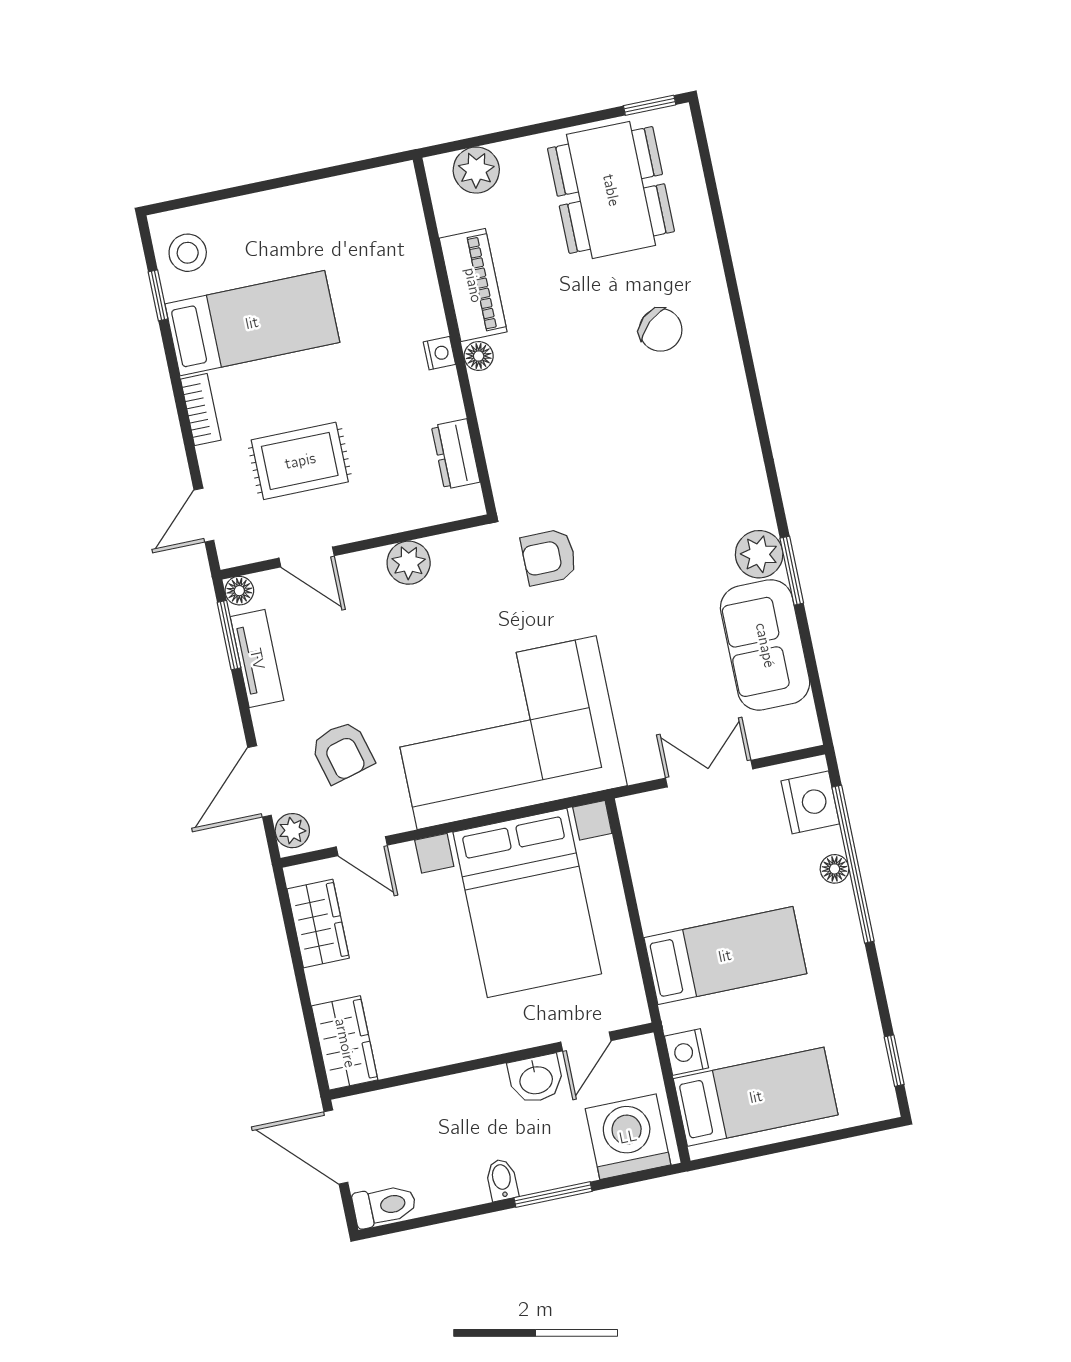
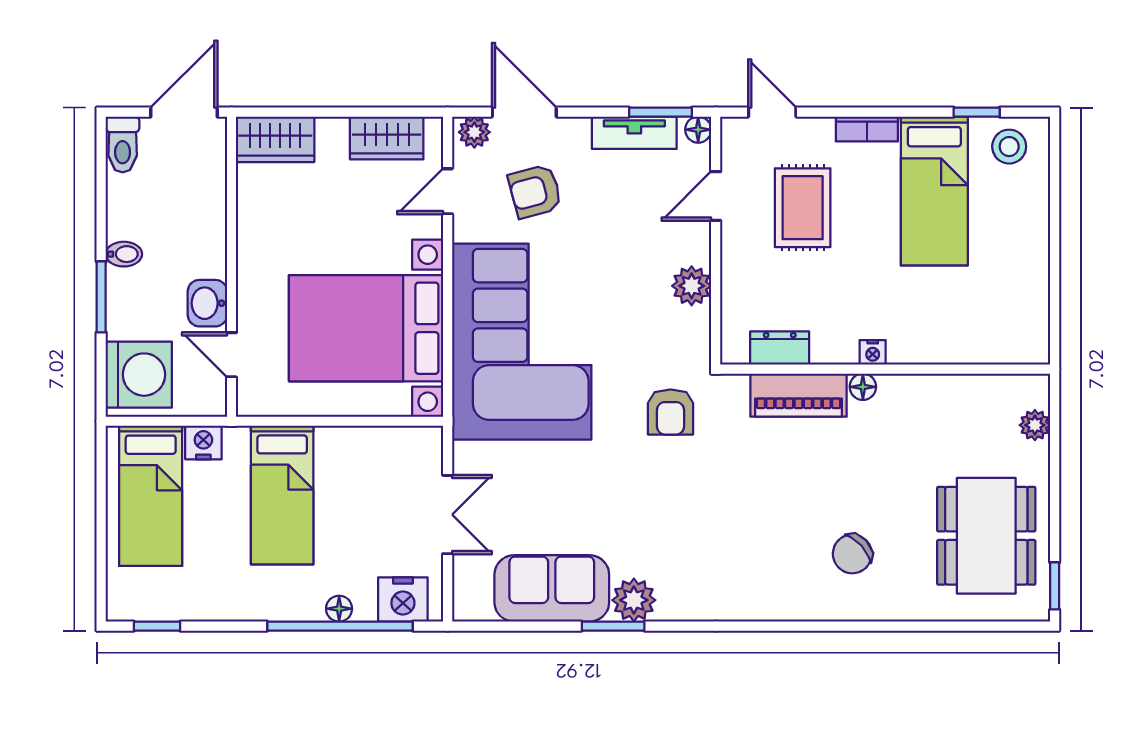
plant: (476, 170) -> (1035, 425), width x0.73, depth x0.73
dining table: (611, 190) -> (986, 536), turned 90
piano: (473, 285) -> (799, 395), moved
armchair: (549, 557) -> (671, 412), turned 180

